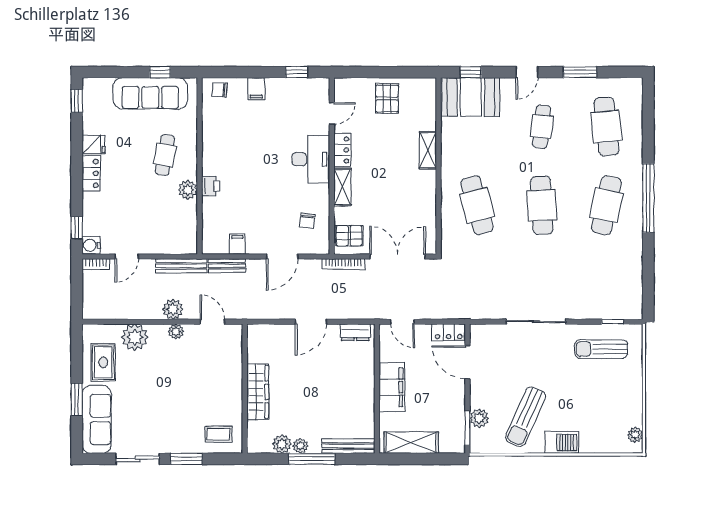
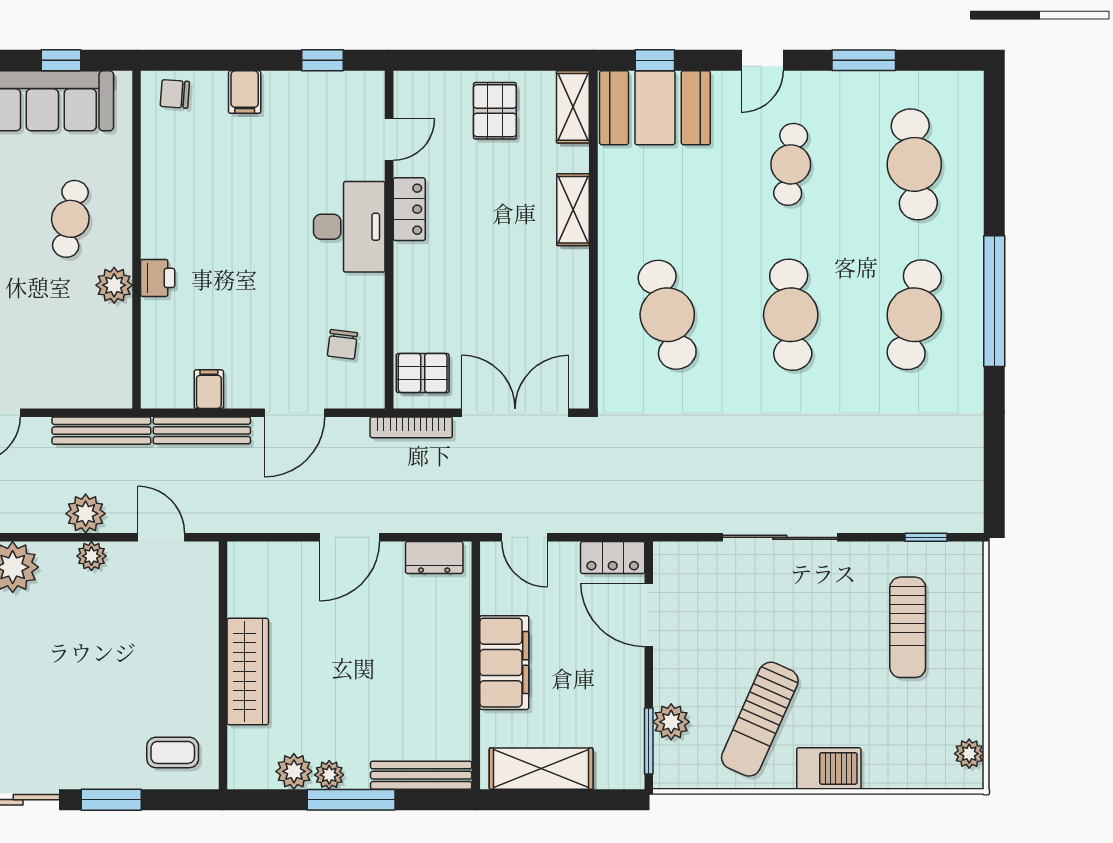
shelving: (342, 187) -> (573, 107), moved
bench: (227, 266) -> (202, 430), width x1.36
sun lounger: (601, 349) -> (908, 627), moved, turned -90

